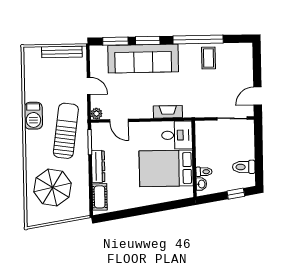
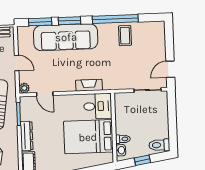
toilet: (244, 167) -> (159, 145), moved
window: (236, 194) -> (142, 160), moved

